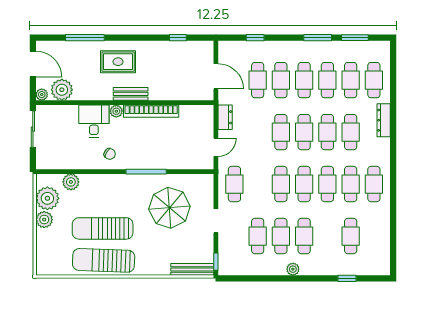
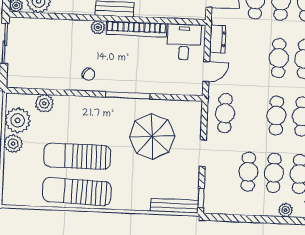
desk: (94, 121) -> (184, 42), moved

